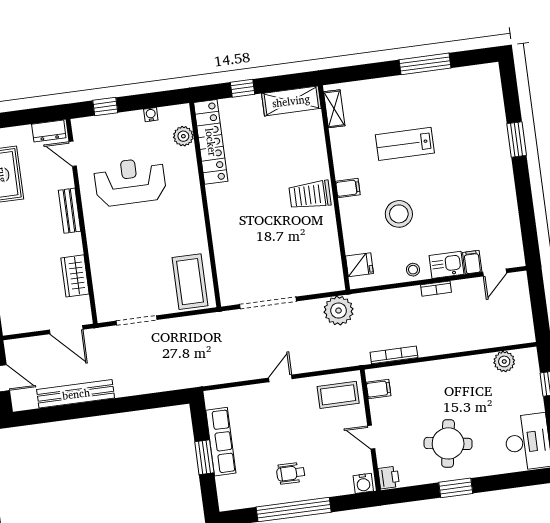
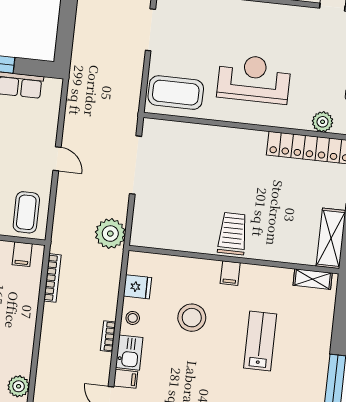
reception desk: (130, 182) -> (254, 79), moved, turned -90
fridge: (359, 265) -> (137, 287), moved, turned -90

